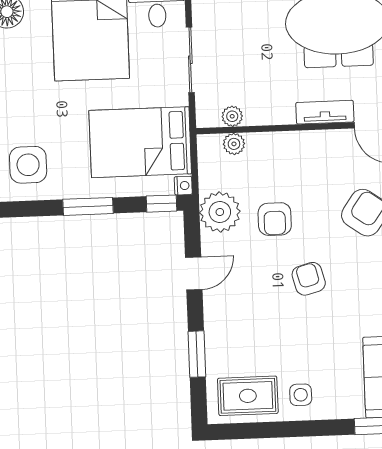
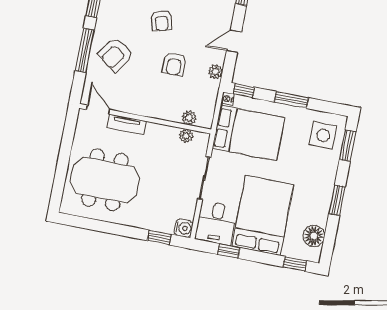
plant: (220, 212) -> (215, 72), width x0.53, depth x0.53
armchair: (275, 219) -> (174, 64), turned 180

